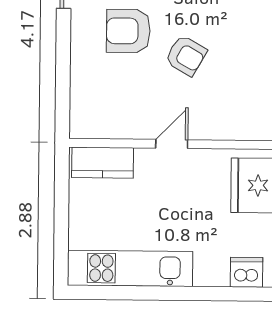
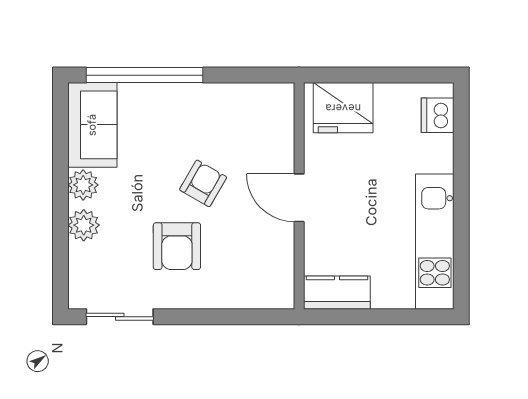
door: (172, 144) -> (299, 198), width x1.38
kitchen counter: (103, 163) -> (337, 293), moved, turned -90

